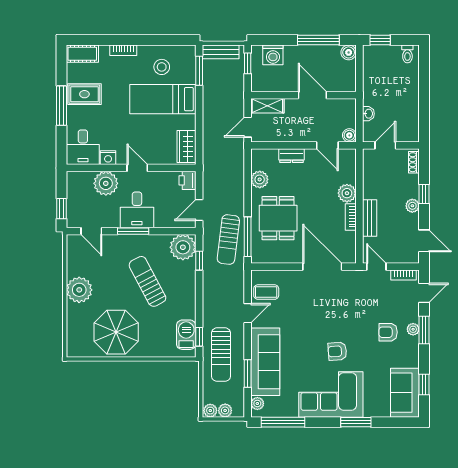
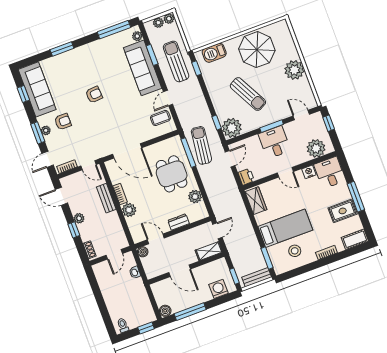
plant: (106, 183) -> (316, 148), moved
barbecue: (186, 335) -> (214, 53), moved, turned 90
sofa: (405, 393) -> (37, 89), width x1.36
corner sofa: (331, 394) -> (87, 62), removed

